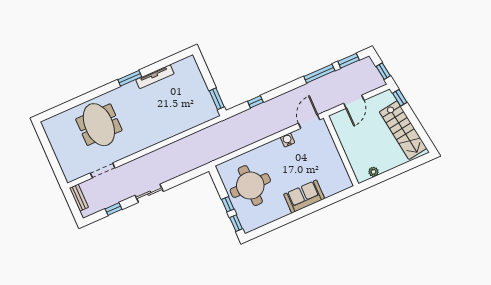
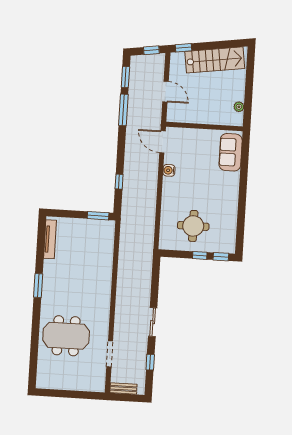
tv unit: (155, 77) -> (50, 239), moved
round table: (250, 186) -> (193, 226), width x0.73, depth x0.73
sofa: (304, 196) -> (231, 152), moved

